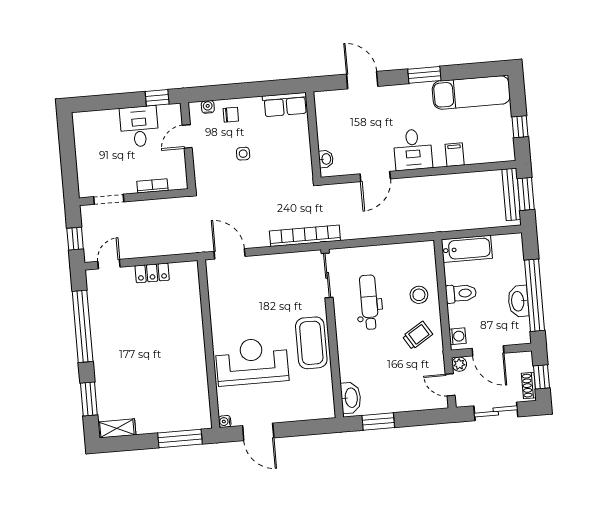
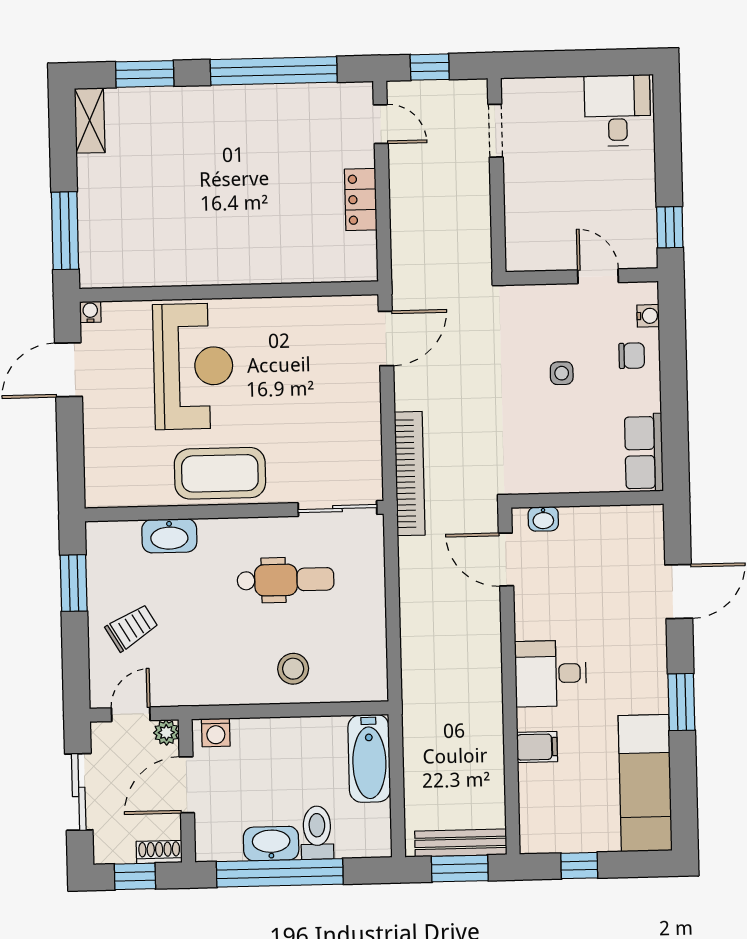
chair: (231, 115) -> (632, 356), turned -90
desk: (139, 127) -> (617, 111), moved, turned -90
door: (375, 176) -> (506, 559), moved
bookcase: (152, 186) -> (514, 209), removed
toilet: (461, 293) -> (317, 833), moved, turned 180
trolley: (417, 335) -> (132, 628), moved, turned -89
shoe rack: (529, 385) -> (159, 852), moved
washbasin: (351, 398) -> (169, 536), moved

